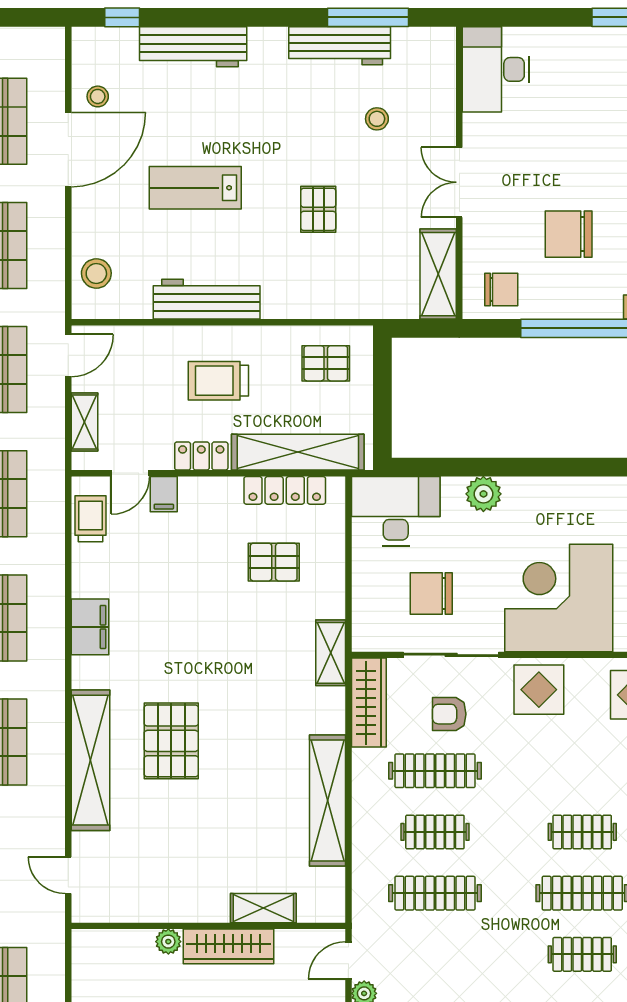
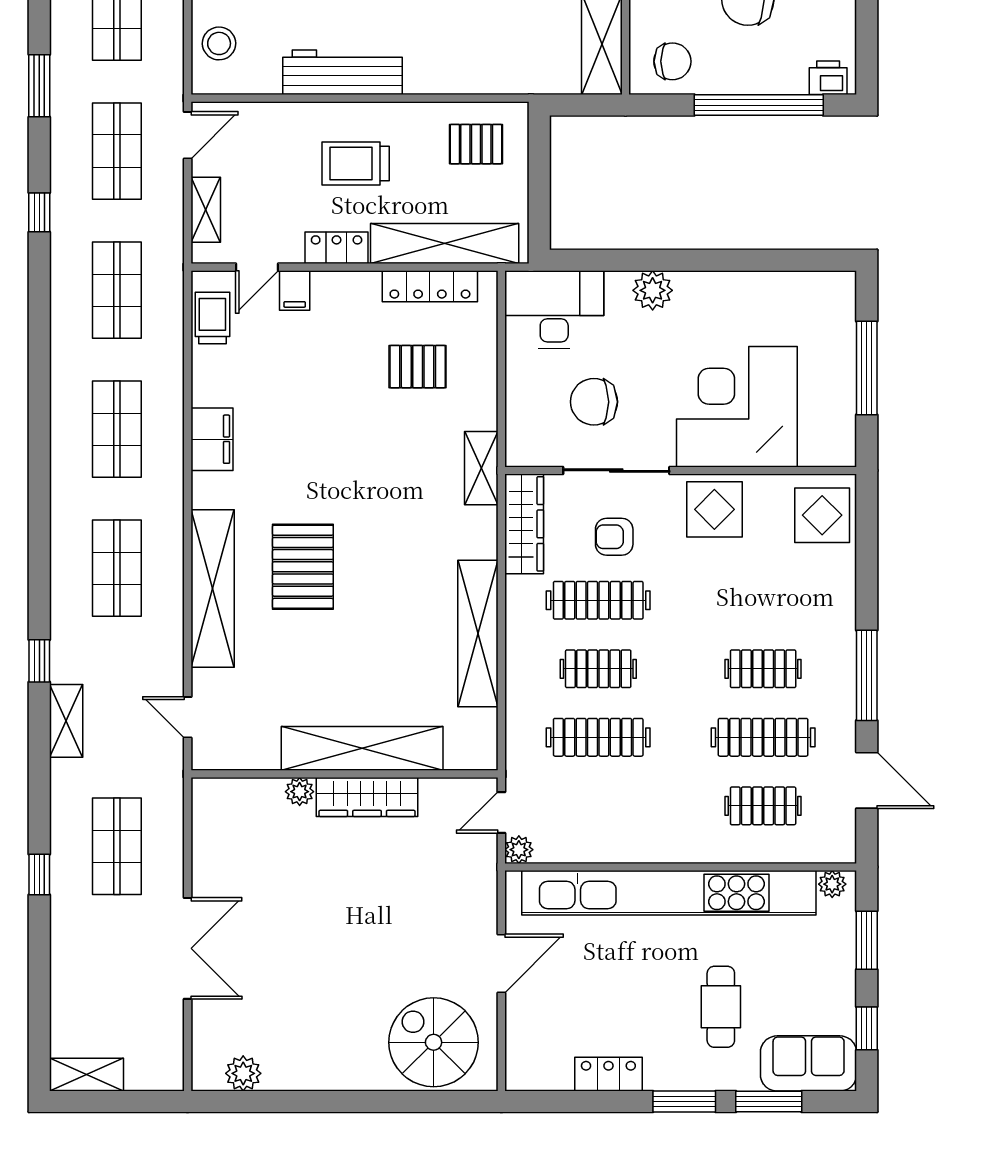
shelving: (263, 908) -> (362, 748), width x2.20, depth x1.33

